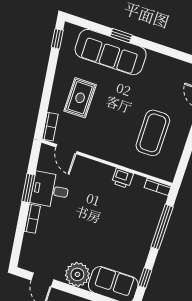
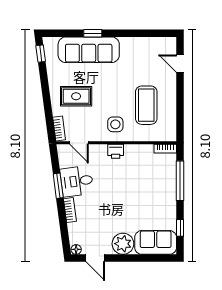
rug: (80, 98) -> (76, 96), turned 90
side table: (112, 142) -> (115, 124), added
printer: (122, 178) -> (116, 151), moved
floor lamp: (25, 264) -> (76, 249), added

